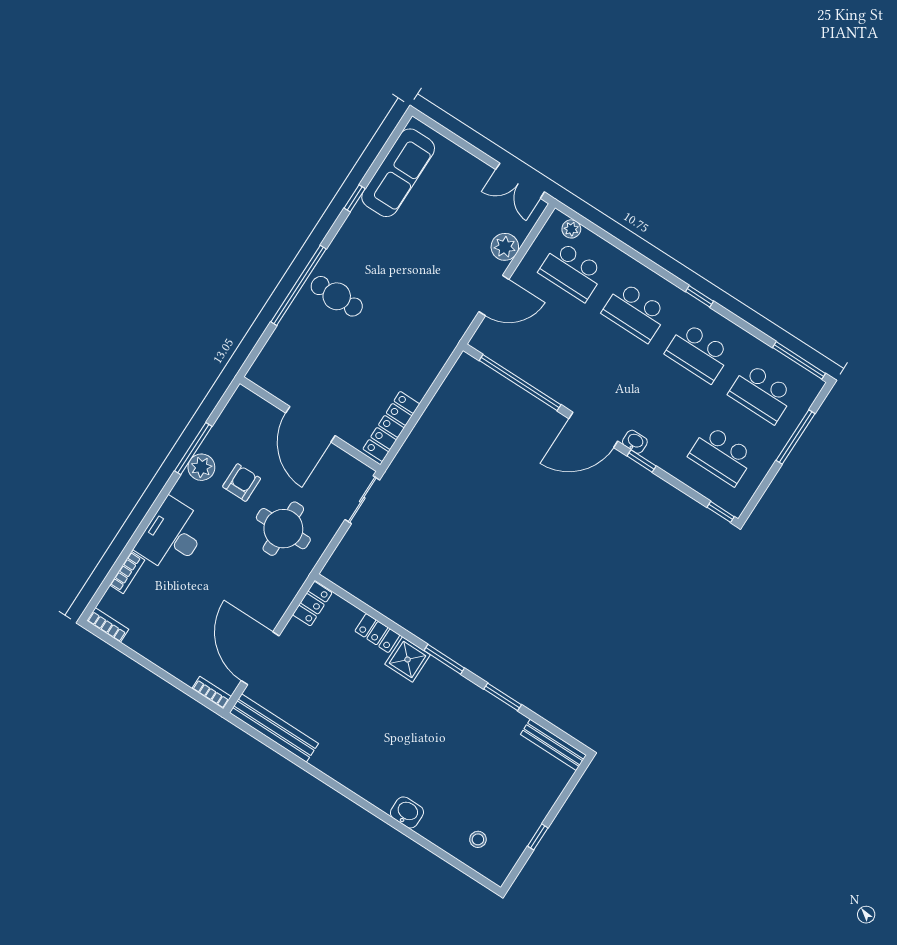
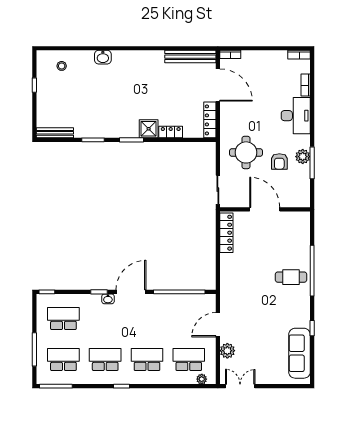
locker: (312, 604) -> (210, 120), width x1.53

